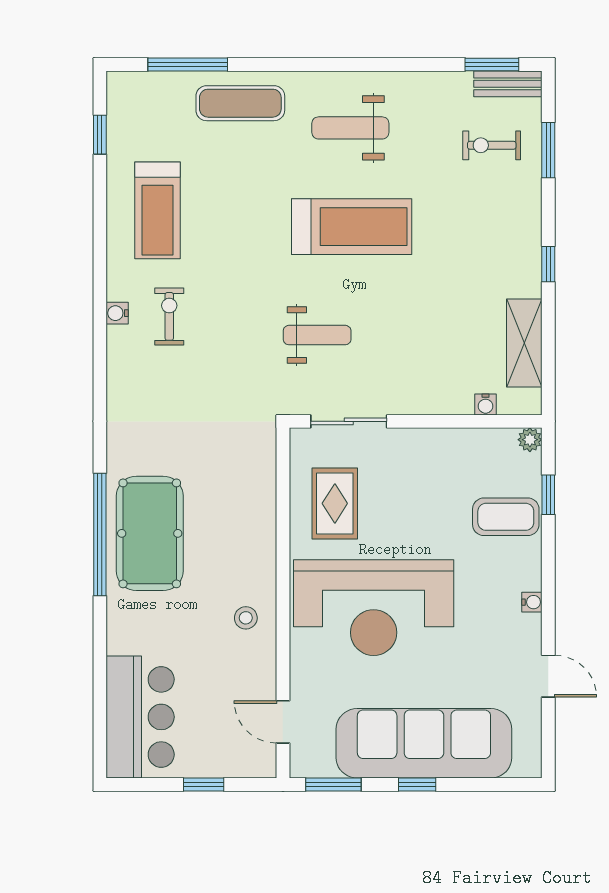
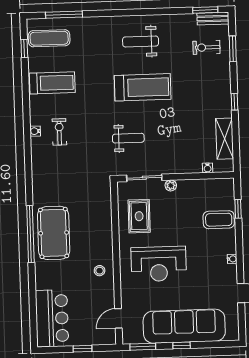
exercise mat: (240, 103) -> (49, 38), moved
treadmill: (157, 210) -> (52, 83), turned -90
plant: (530, 440) -> (171, 185), moved
reception desk: (374, 608) -> (159, 264), width x0.74, depth x0.77
door: (283, 722) -> (118, 318), hinge flipped

